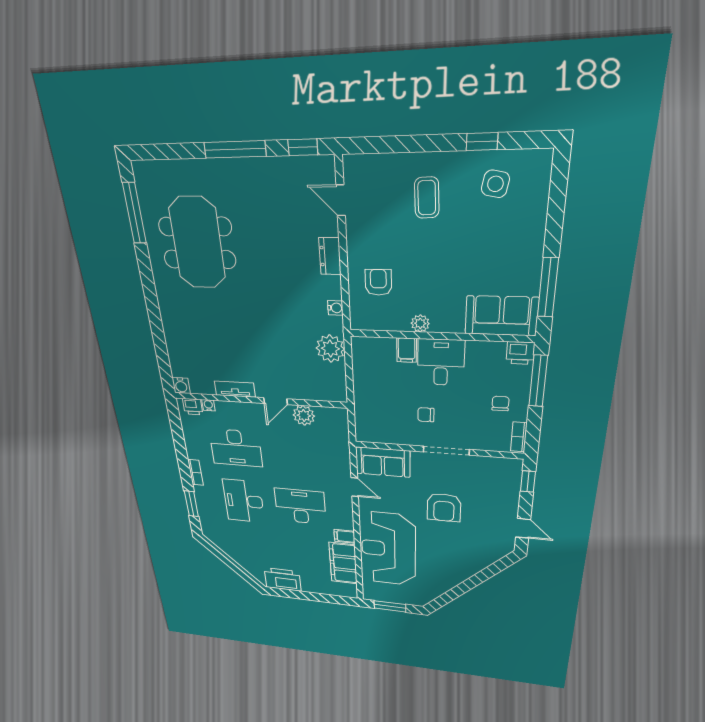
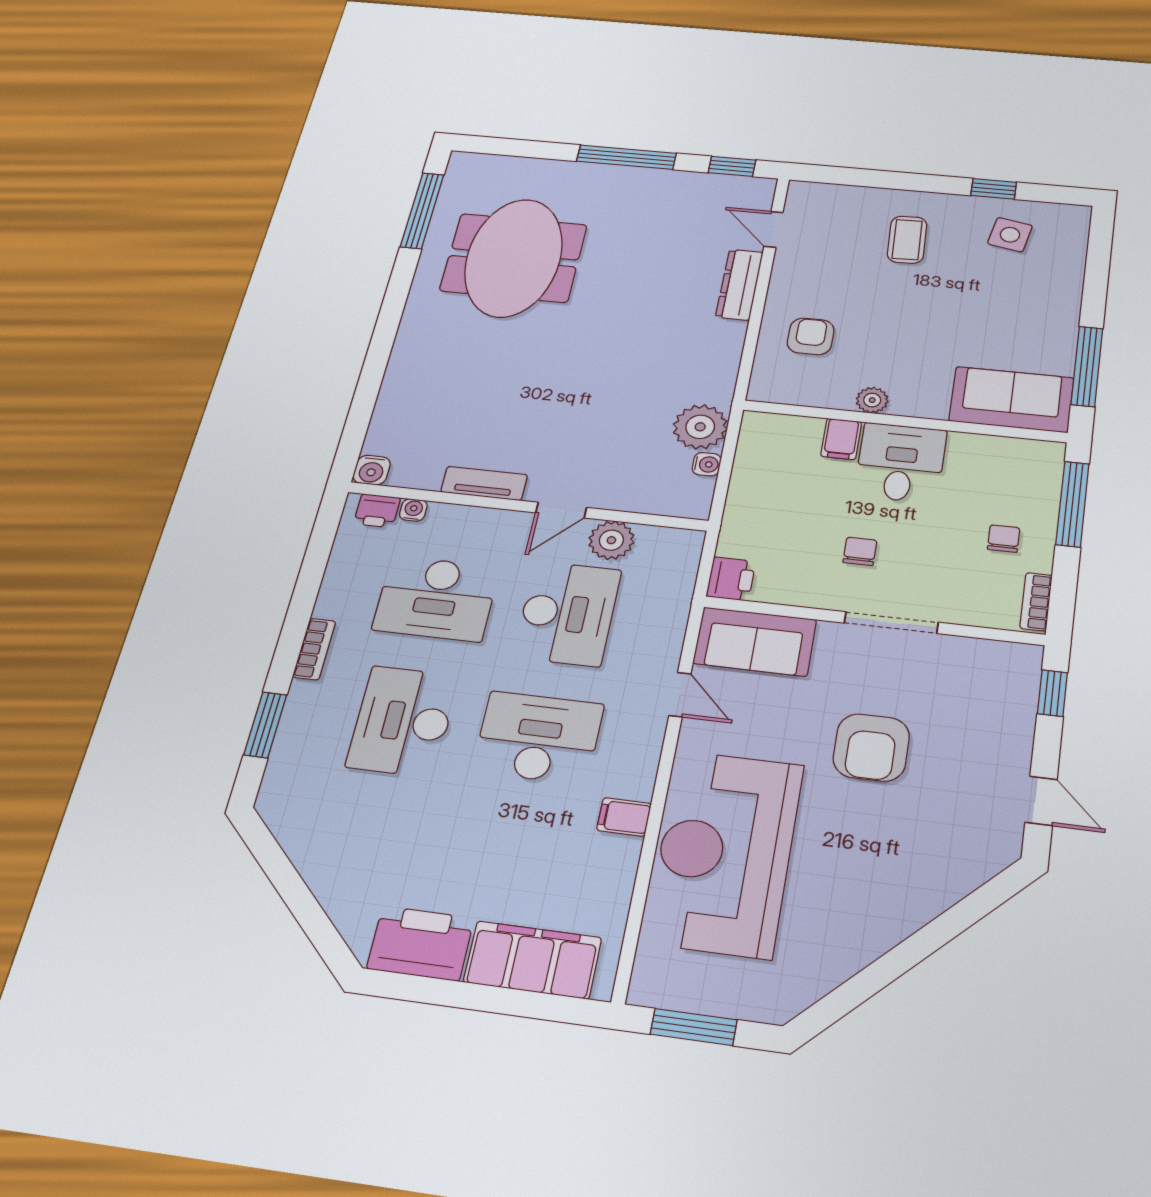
dresser: (330, 256) -> (739, 285), width x1.44
water cooler: (335, 308) -> (707, 464), moved
printer: (520, 353) -> (731, 579), moved, turned -90
chair: (426, 415) -> (860, 551), turned 90
desk: (295, 452) -> (567, 613), added
filing cabinet: (343, 563) -> (533, 960), moved, turned 90

